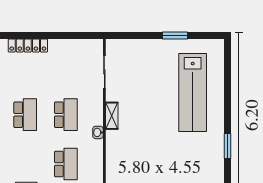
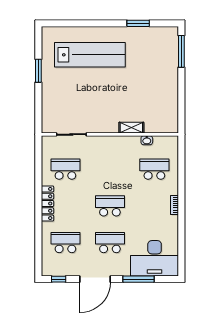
school desk: (66, 115) -> (65, 169), moved
shelving: (112, 116) -> (131, 128), moved
washbasin: (98, 132) -> (147, 140), moved

